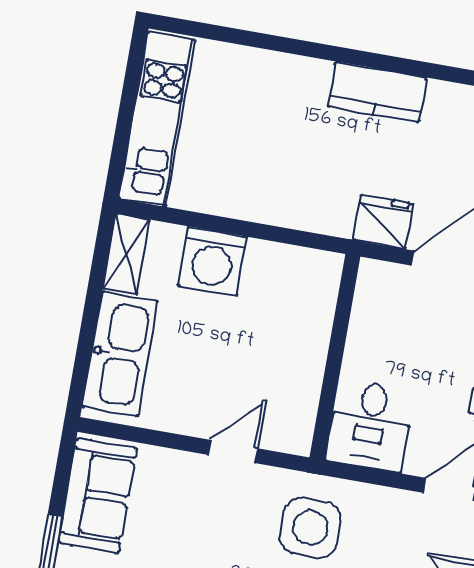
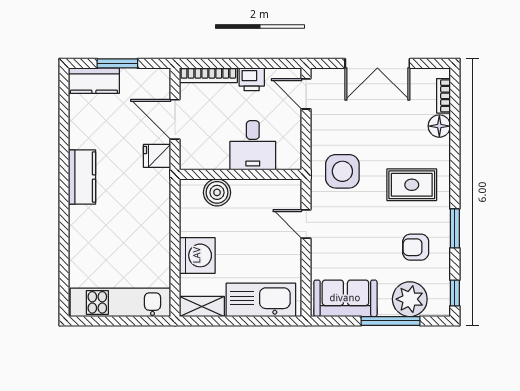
fridge: (383, 222) -> (157, 156), width x0.72
boiler: (312, 313) -> (217, 192), added
desk: (370, 426) -> (253, 145), moved, turned 90

